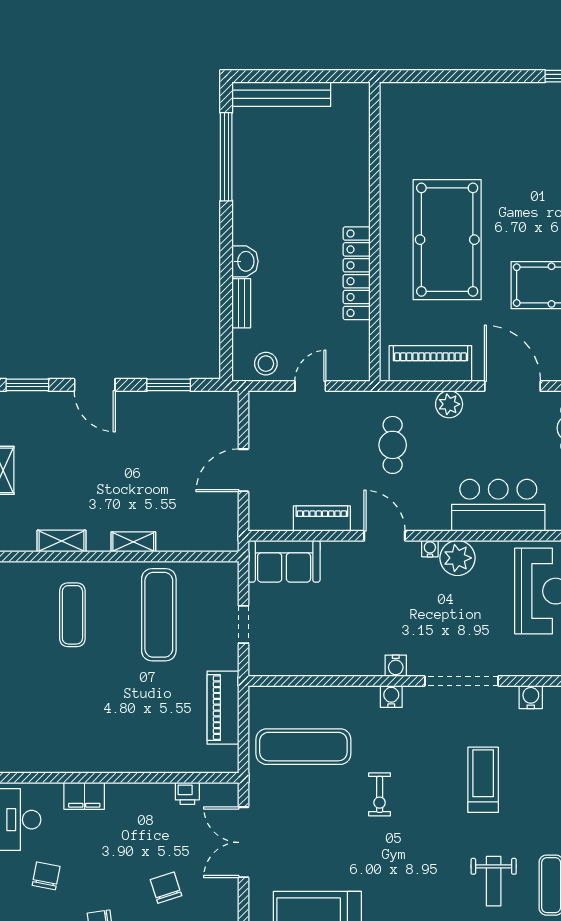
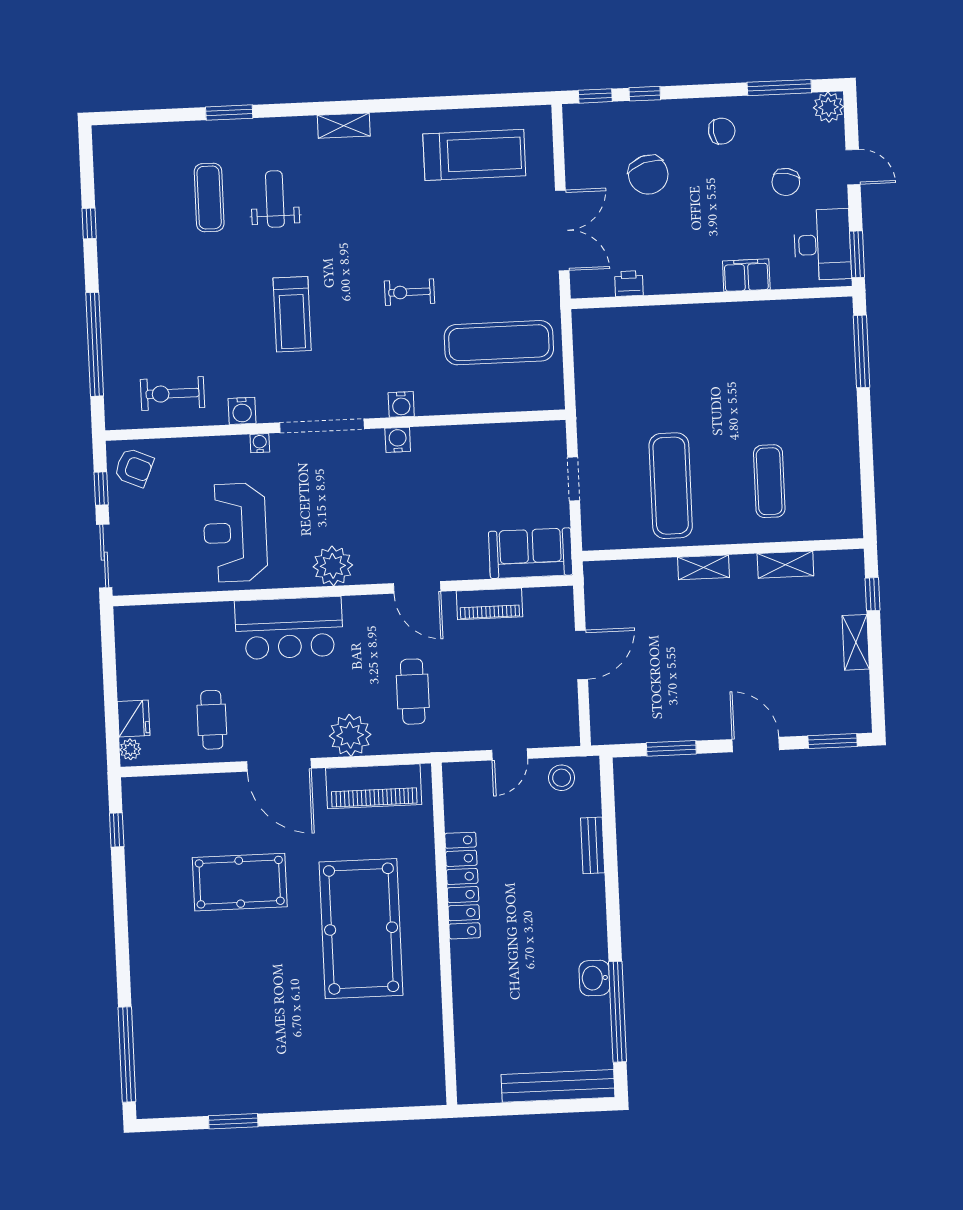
washbasin: (245, 261) -> (594, 978), moved
plant: (449, 404) -> (350, 735), width x1.36, depth x1.36
water cooler: (430, 549) -> (260, 443), moved, turned 180
piano: (223, 708) -> (593, 383), removed
exercise bike: (380, 794) -> (409, 292), turned -90
chair: (166, 888) -> (648, 175), width x1.37, depth x1.37

